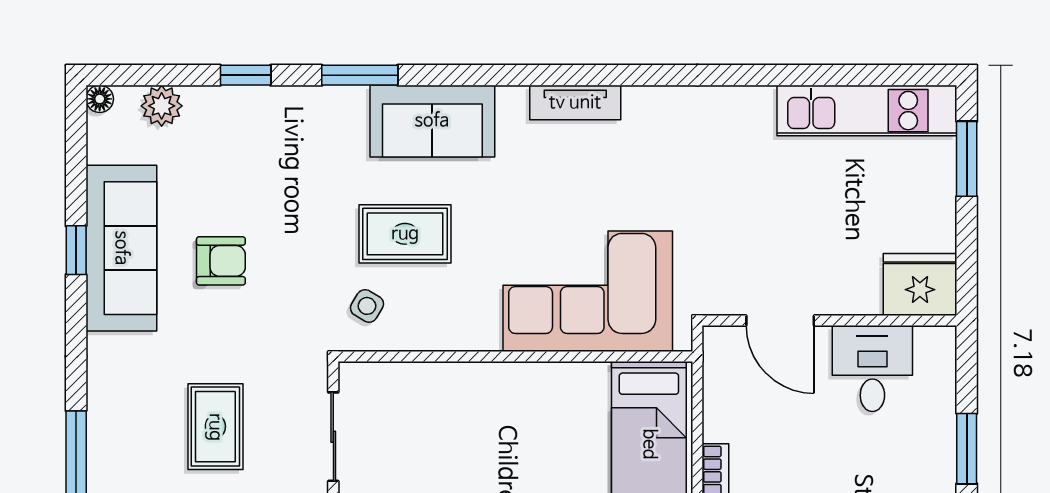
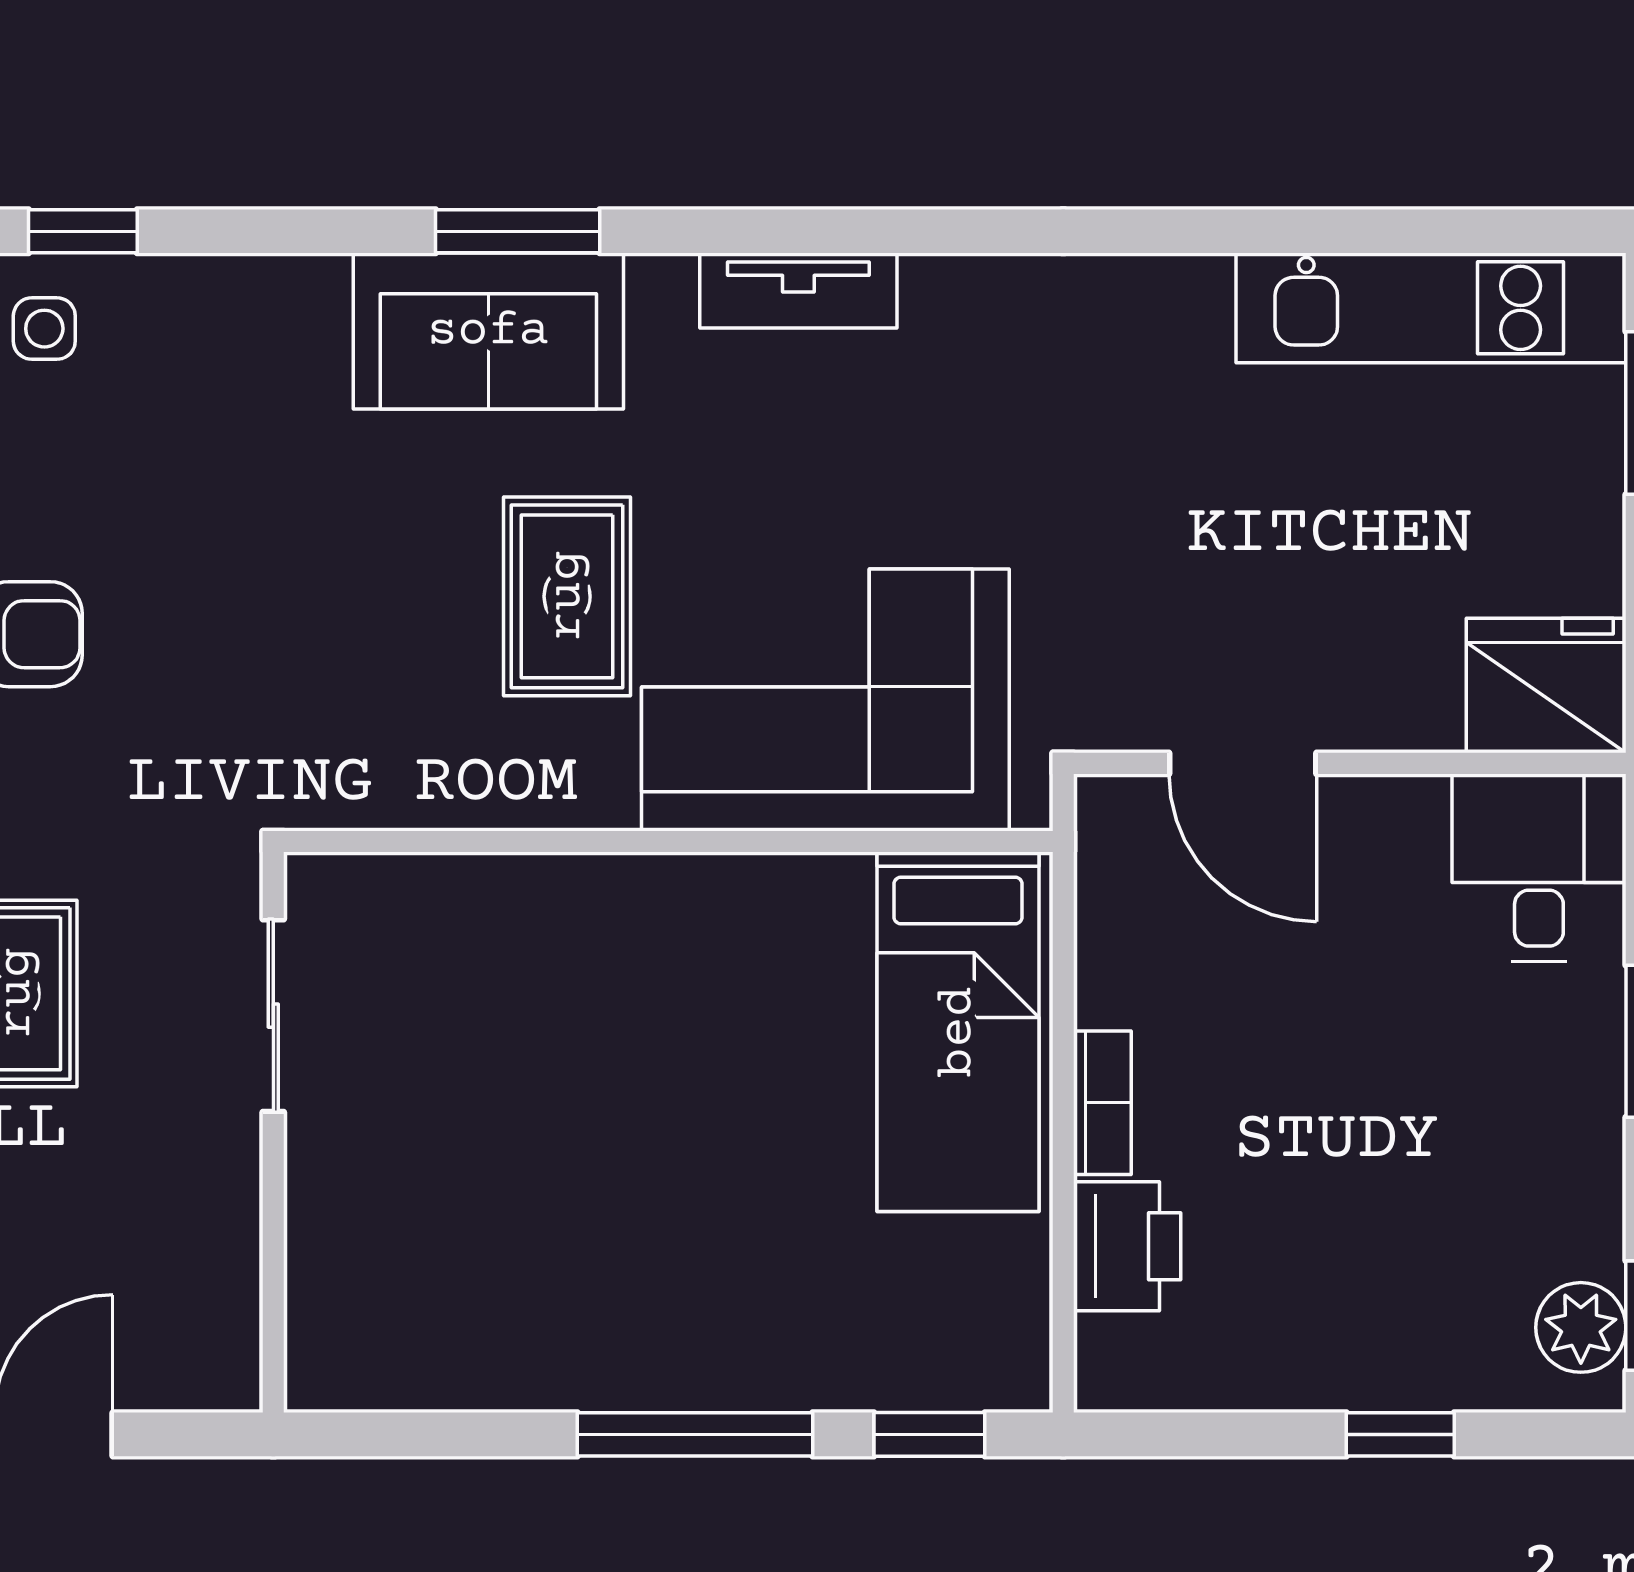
window: (360, 75) -> (518, 231), moved
rug: (405, 234) -> (567, 596), moved, turned 90
side table: (367, 306) -> (44, 329), moved, turned -31
desk: (872, 368) -> (1539, 868), moved

